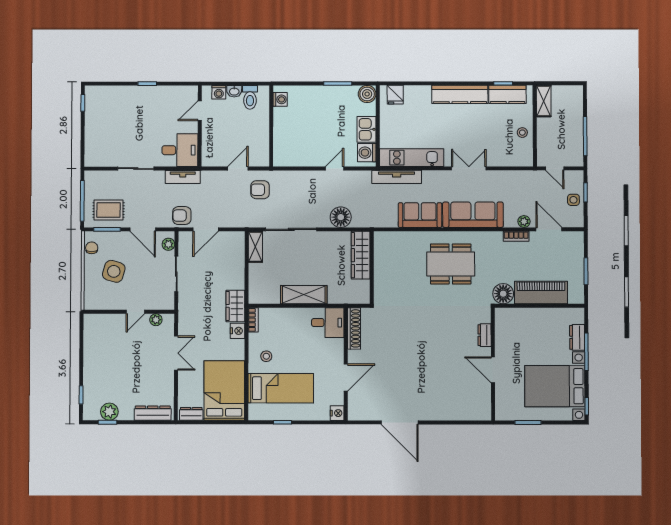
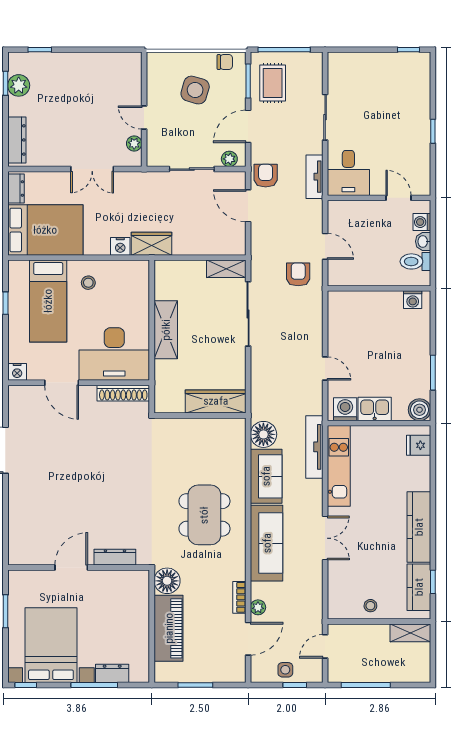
floor lamp: (341, 217) -> (263, 434), moved
bookcase: (253, 320) -> (134, 266), removed
desk: (328, 323) -> (114, 354), width x1.87, depth x1.30
dresser: (485, 335) -> (115, 557), width x1.44

